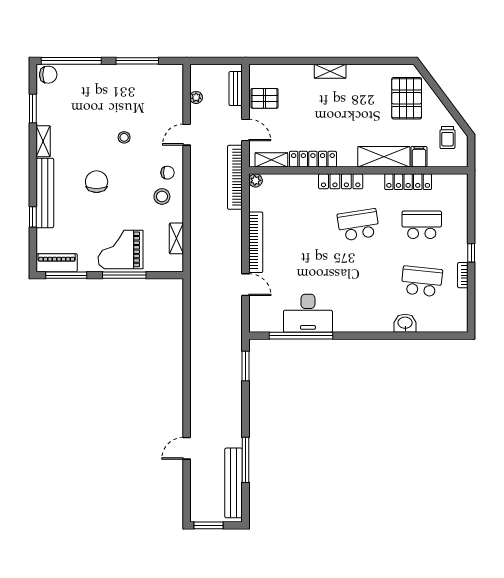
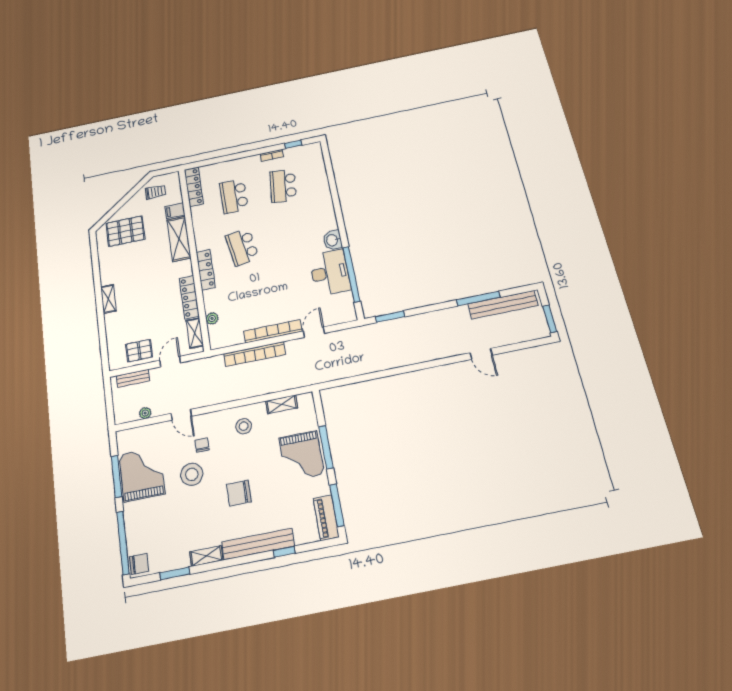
chair: (48, 75) -> (139, 564), turned 90
grand piano: (134, 87) -> (142, 474), added
pallet: (265, 98) -> (139, 351), turned 90
stool: (124, 137) -> (192, 474), width x1.89, depth x1.89
chair: (168, 173) -> (202, 445), moved
bookcase: (235, 177) -> (255, 354), moved
plant: (255, 180) -> (212, 318), moved
locker: (408, 182) -> (194, 187), moved
window: (471, 253) -> (293, 144), moved
washbasin: (405, 323) -> (332, 240), moved

